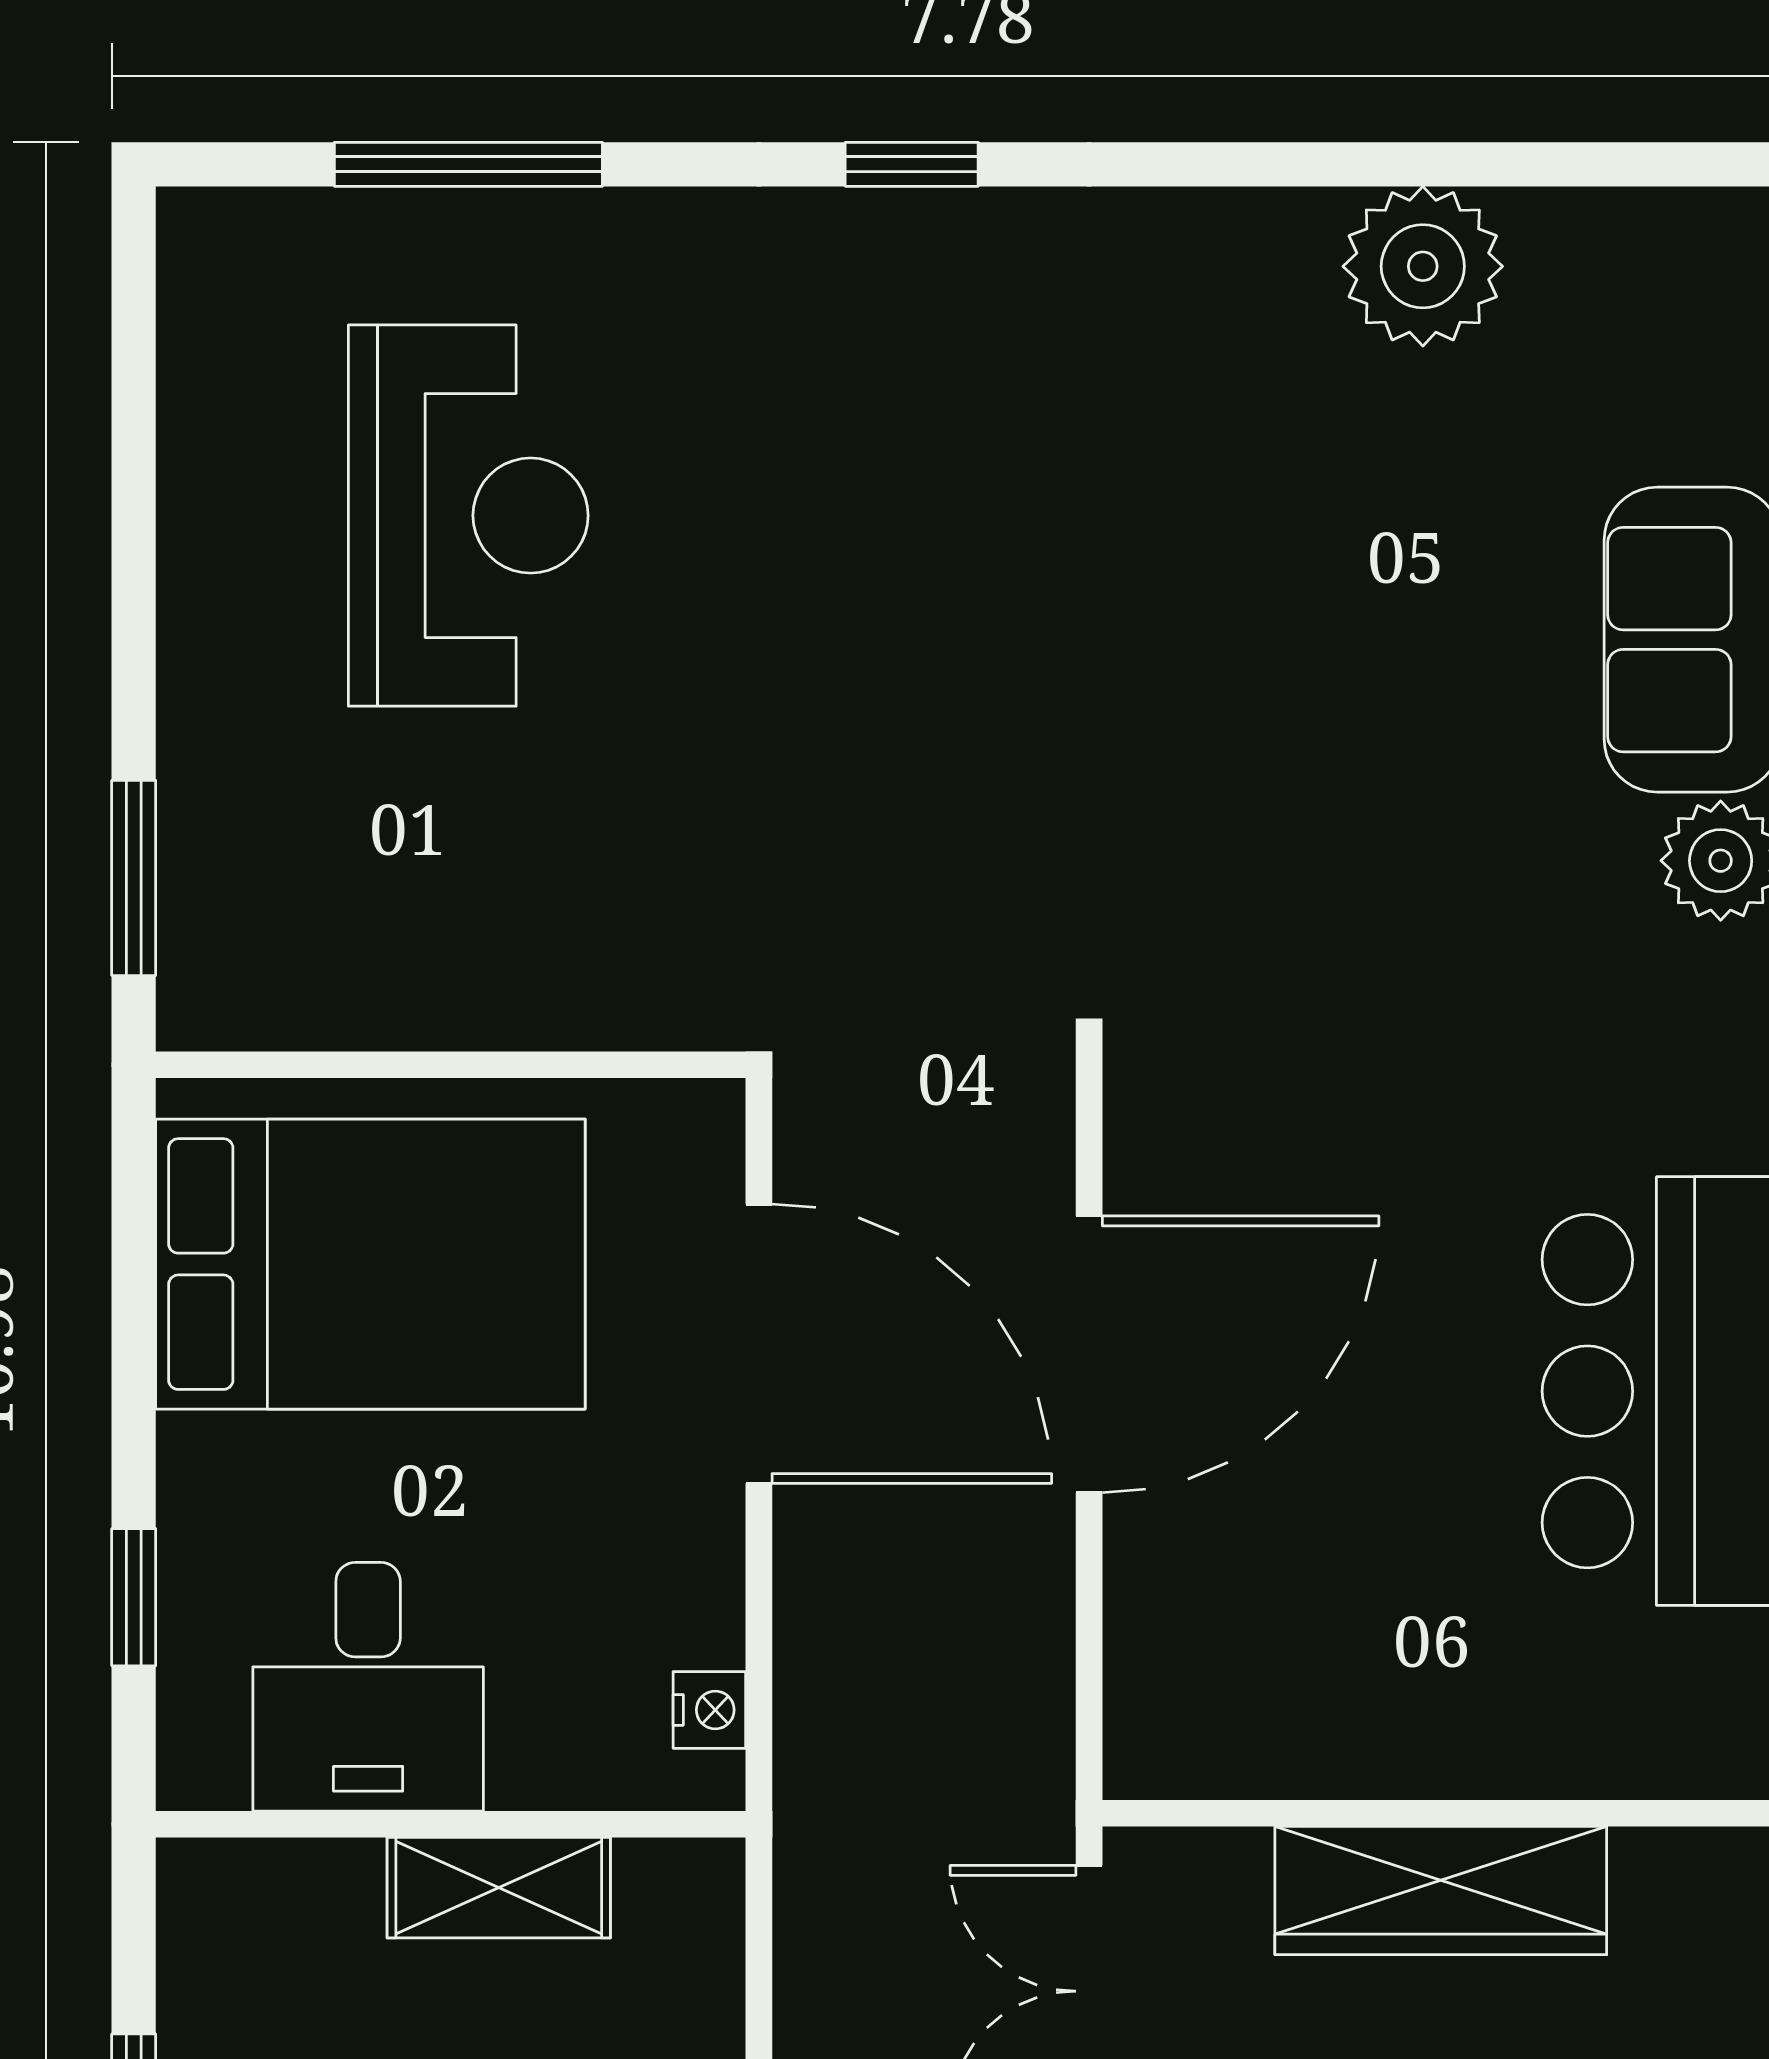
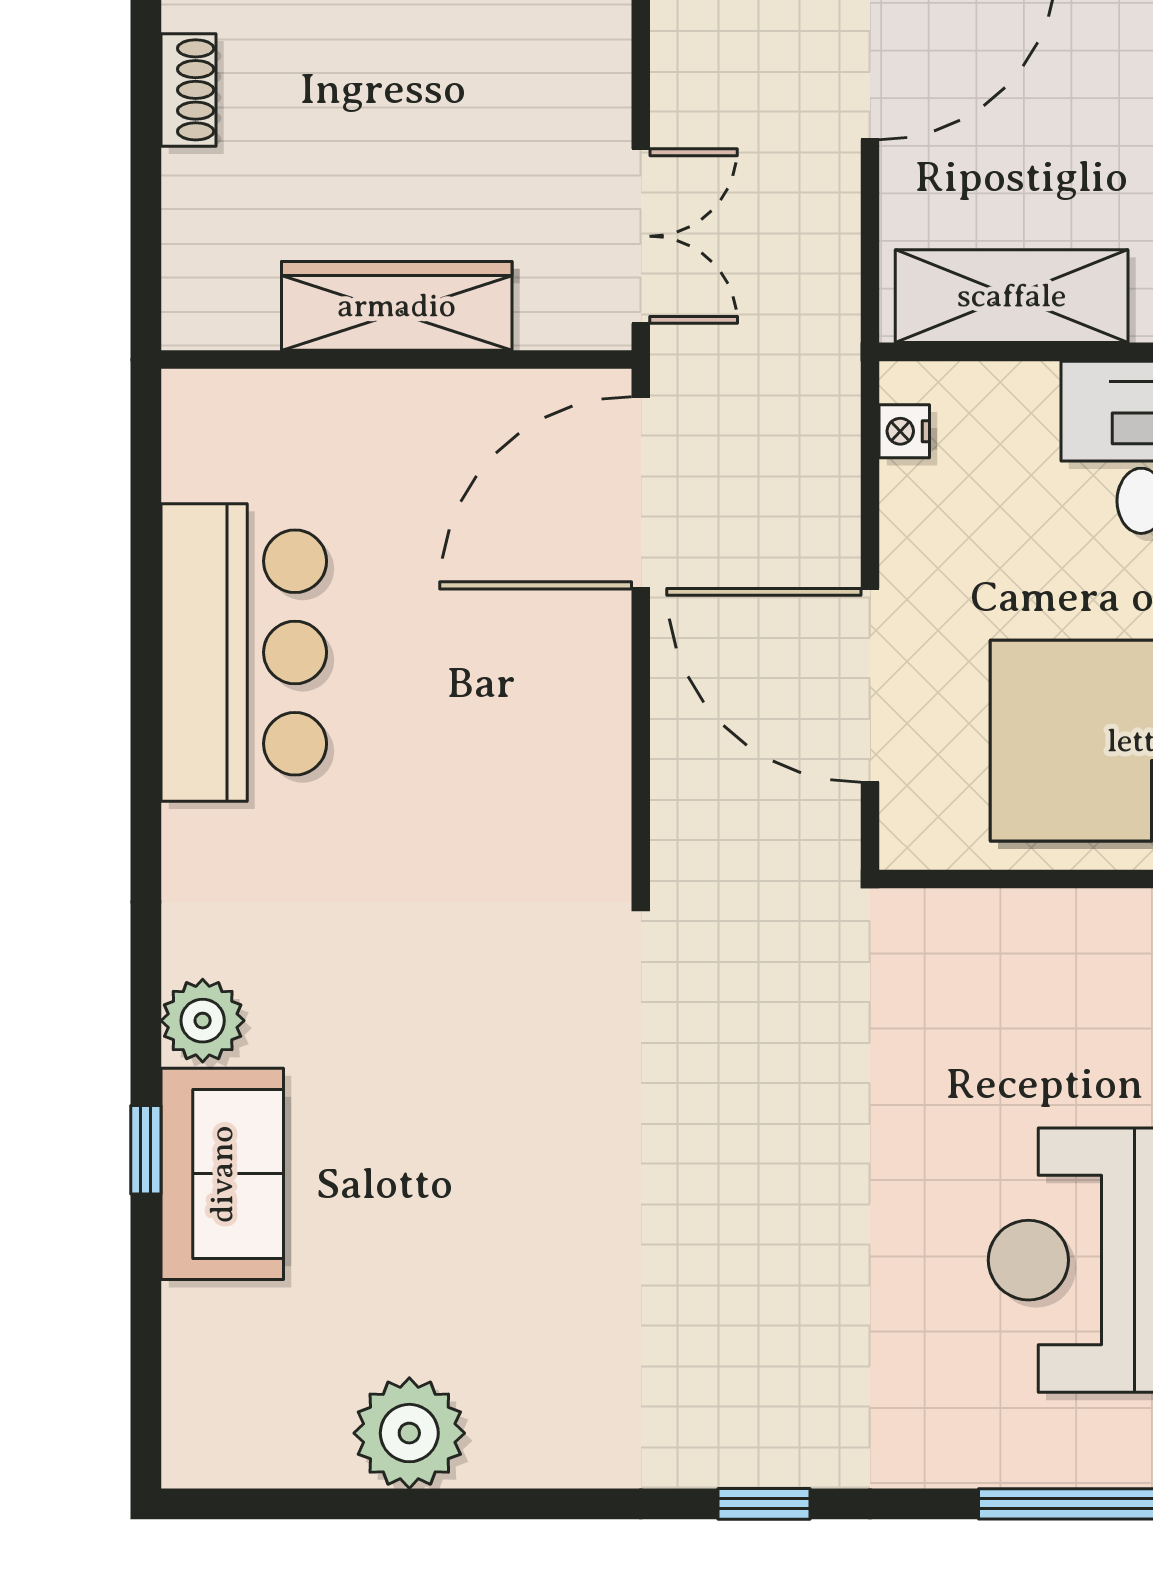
door: (1089, 1354) -> (641, 493), moved
shelving: (499, 1888) -> (1012, 296), width x1.50, depth x1.33

